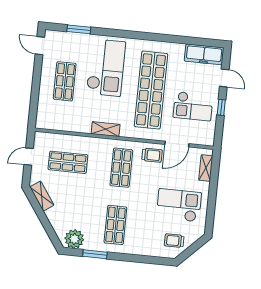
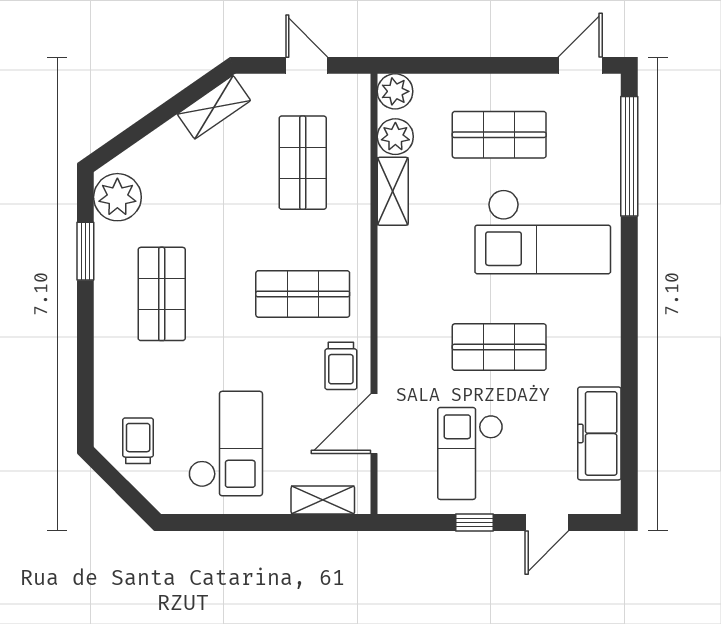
window: (79, 29) -> (629, 156), width x2.11
freezer: (204, 54) -> (599, 433), moved
shop shelf: (151, 90) -> (499, 347), width x0.50, depth x0.74
plant: (43, 122) -> (395, 91), added
plant: (61, 124) -> (395, 137), added
shelving: (106, 129) -> (393, 191), moved
door: (177, 144) -> (374, 424), hinge flipped
shop shelf: (115, 225) -> (162, 294), turned 90

